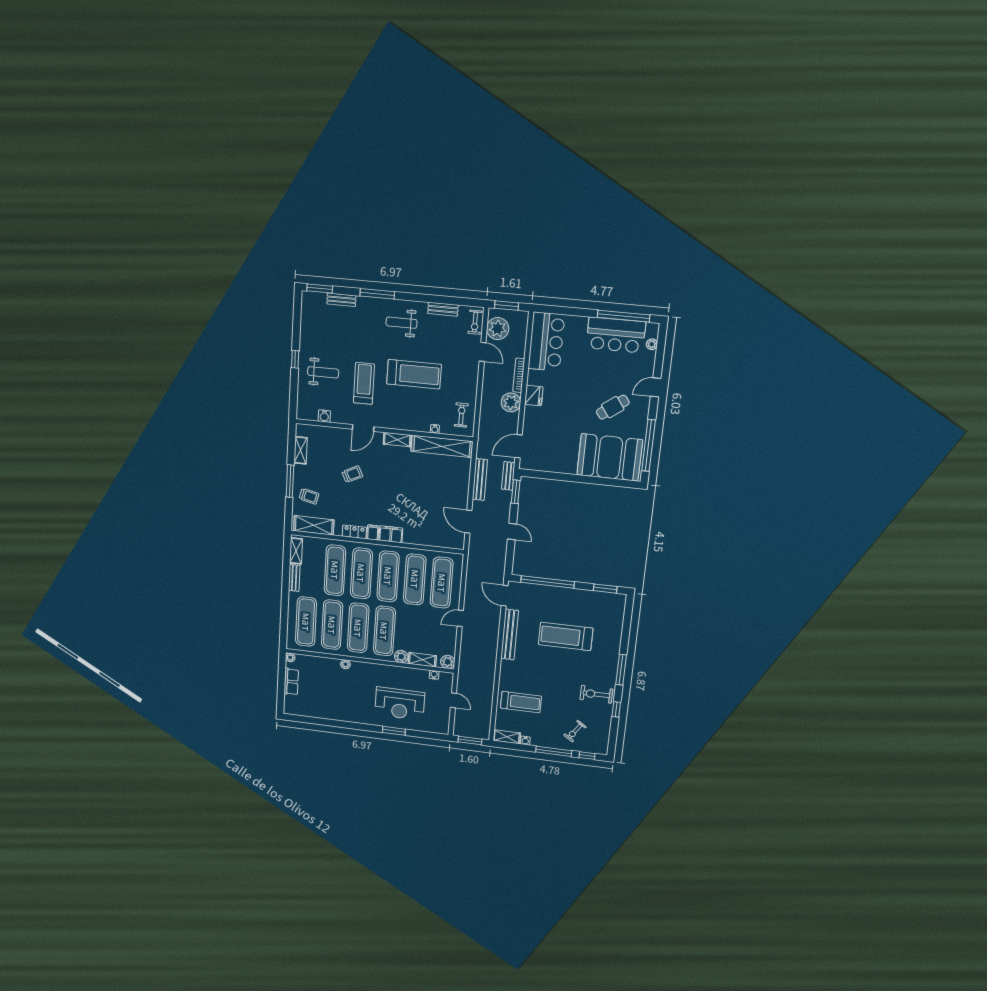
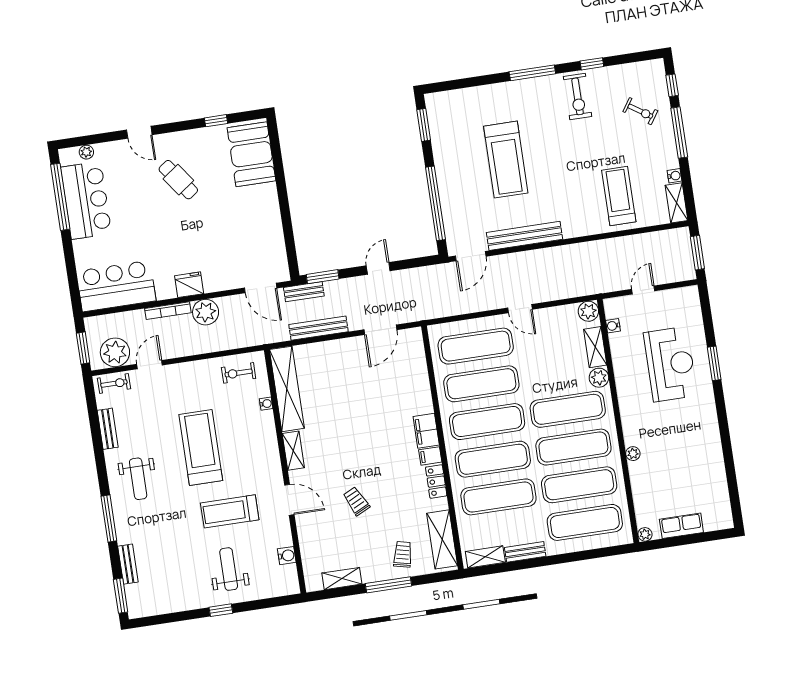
window: (649, 445) -> (216, 121), width x0.32
booth: (610, 457) -> (251, 154), width x0.73, depth x0.70

